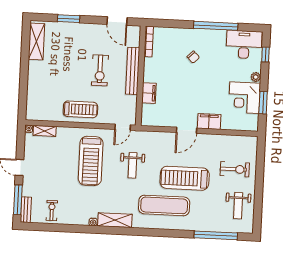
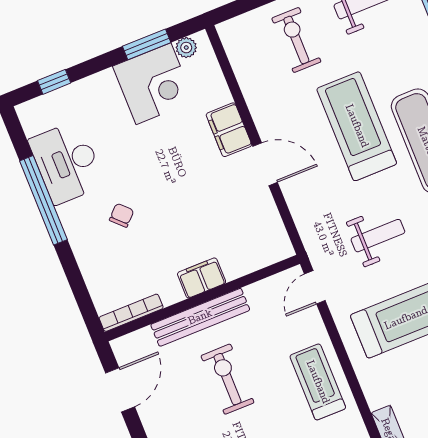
desk: (244, 45) -> (67, 162), moved
exercise bike: (100, 70) -> (227, 379), turned -90
plant: (256, 77) -> (186, 48), moved
filing cabinet: (149, 93) -> (202, 278), moved
door: (123, 127) -> (315, 287), swing flipped
treadmill: (185, 178) -> (357, 126), turned 180

